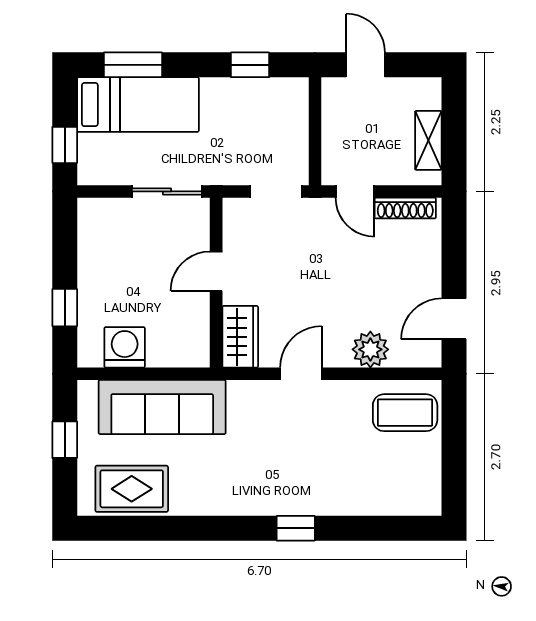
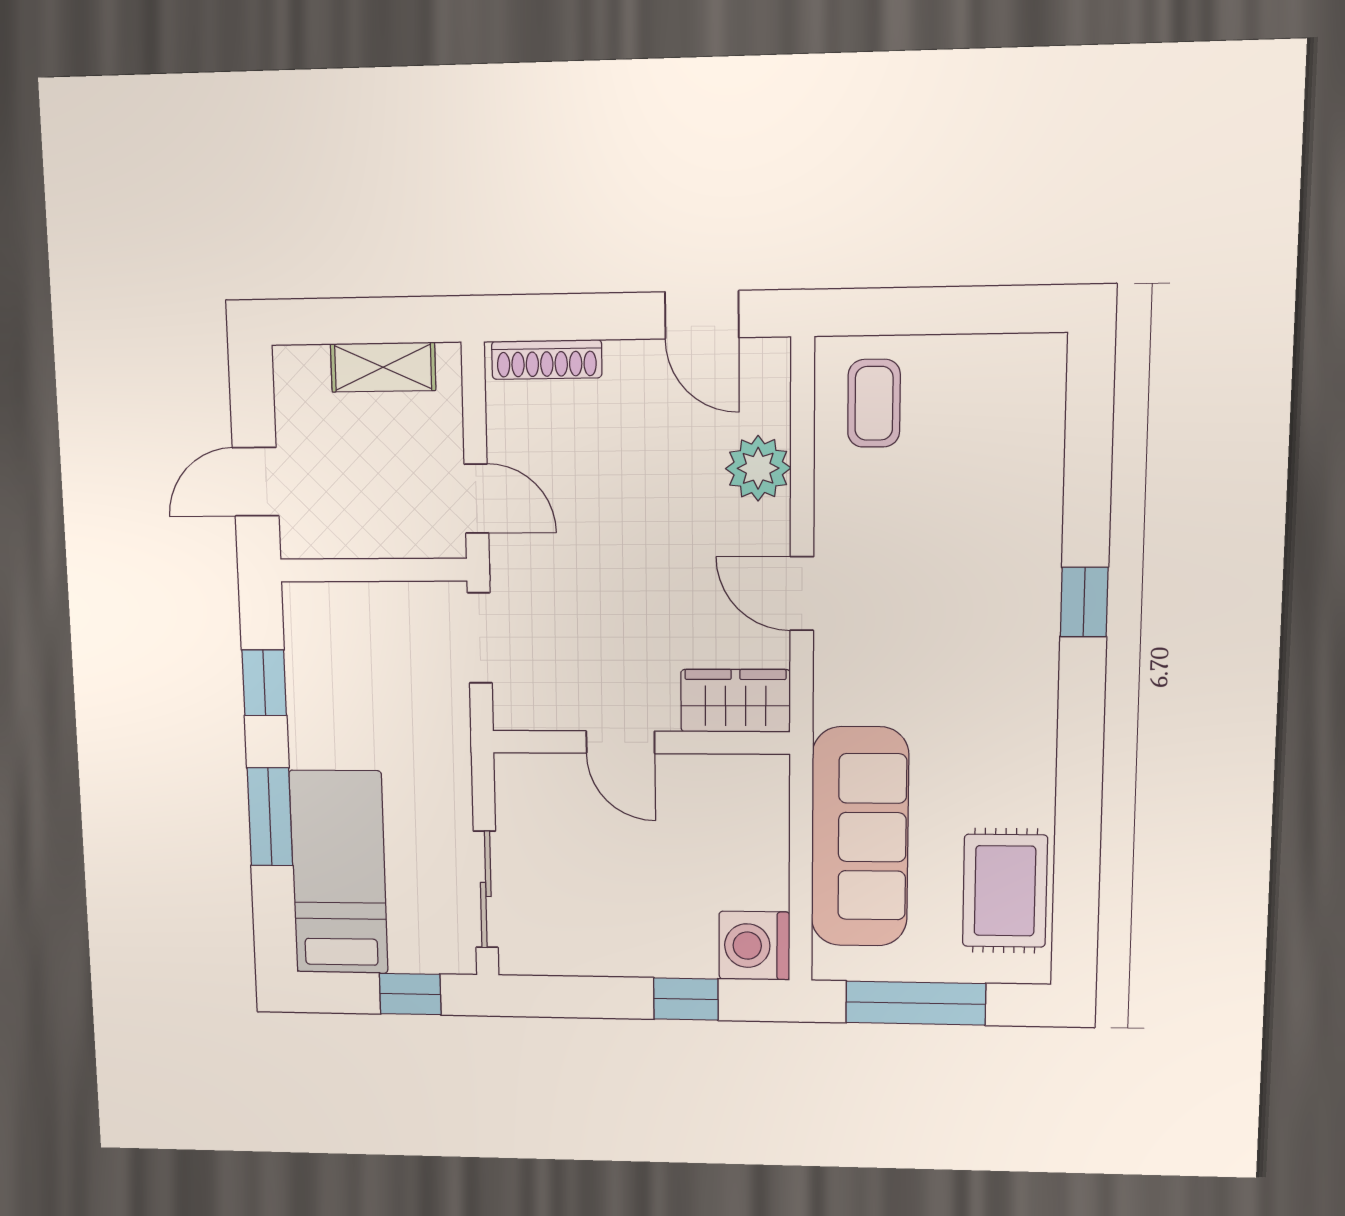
window: (133, 65) -> (270, 817), moved
sliding door: (167, 191) -> (486, 889), moved
door: (355, 191) -> (476, 499), hinge flipped
shoe rack: (405, 208) -> (547, 359), moved, turned 90
washing machine: (125, 347) -> (754, 946), moved
coffee table: (405, 413) -> (874, 403), width x0.73, depth x0.77
window: (65, 440) -> (916, 1003), width x2.17

